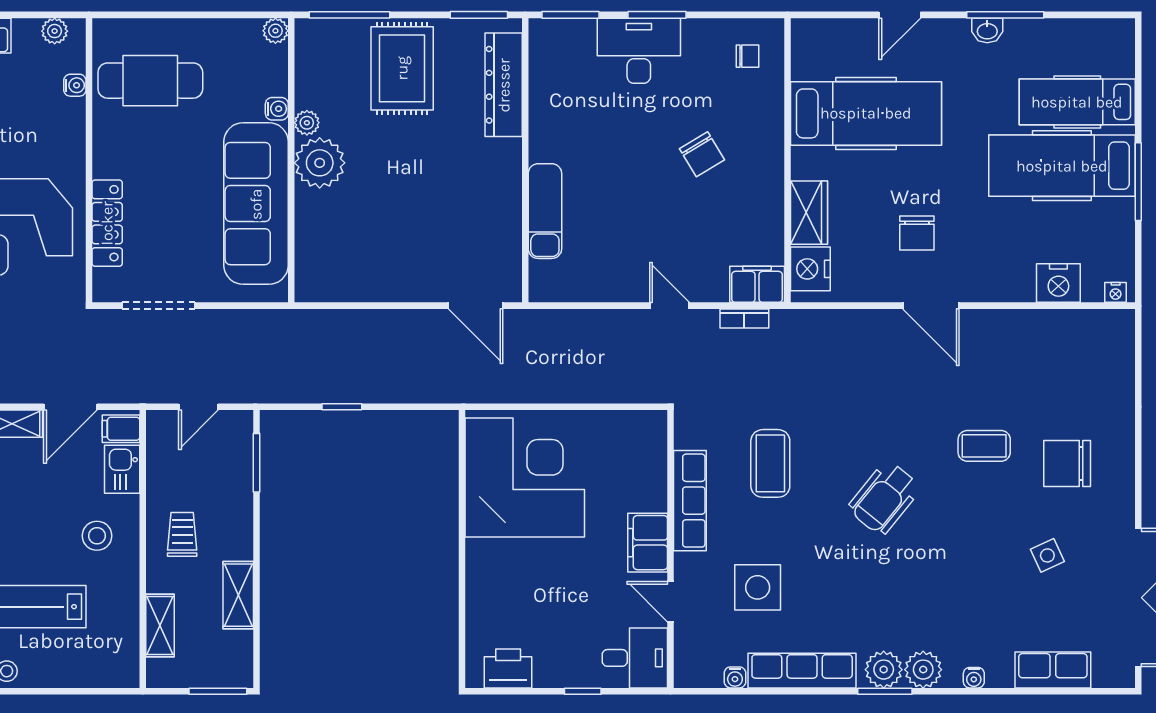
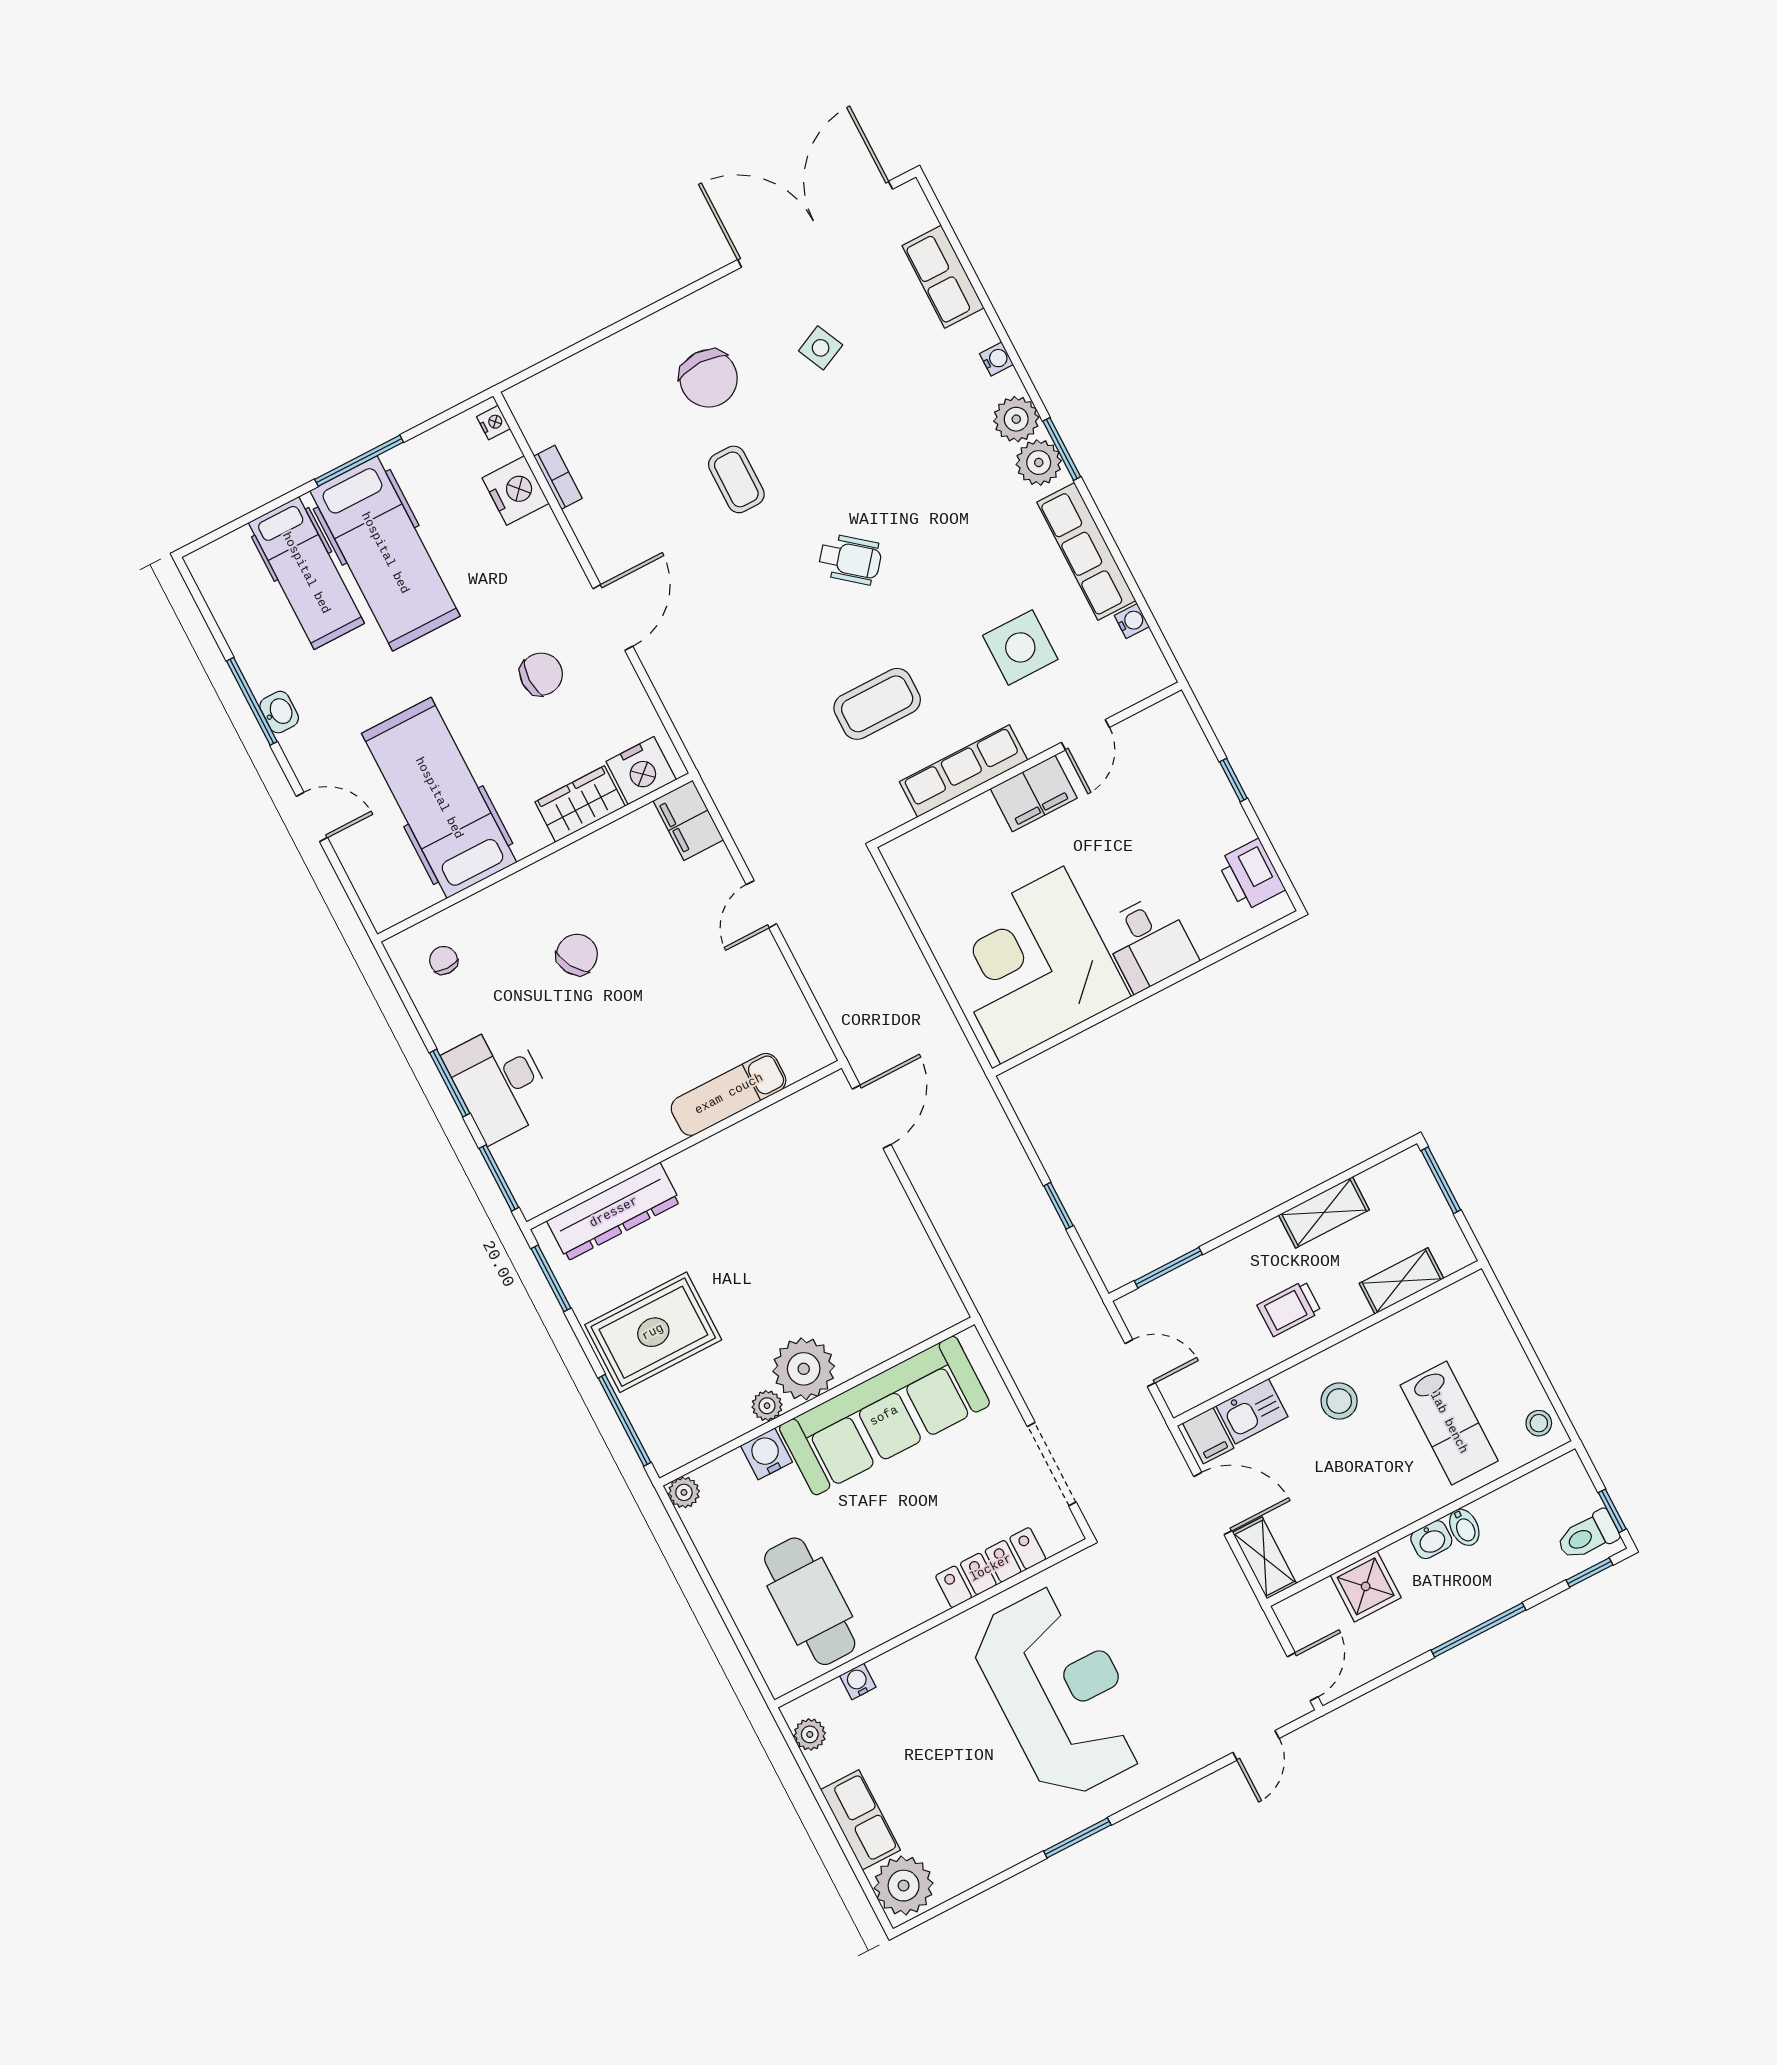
water cooler: (277, 109) -> (766, 1454), width x1.38, depth x1.38
bookcase: (744, 318) -> (558, 477), moved
wheelchair: (884, 498) -> (850, 559), width x0.73, depth x0.73
desk: (635, 658) -> (1149, 942), moved, turned 180

